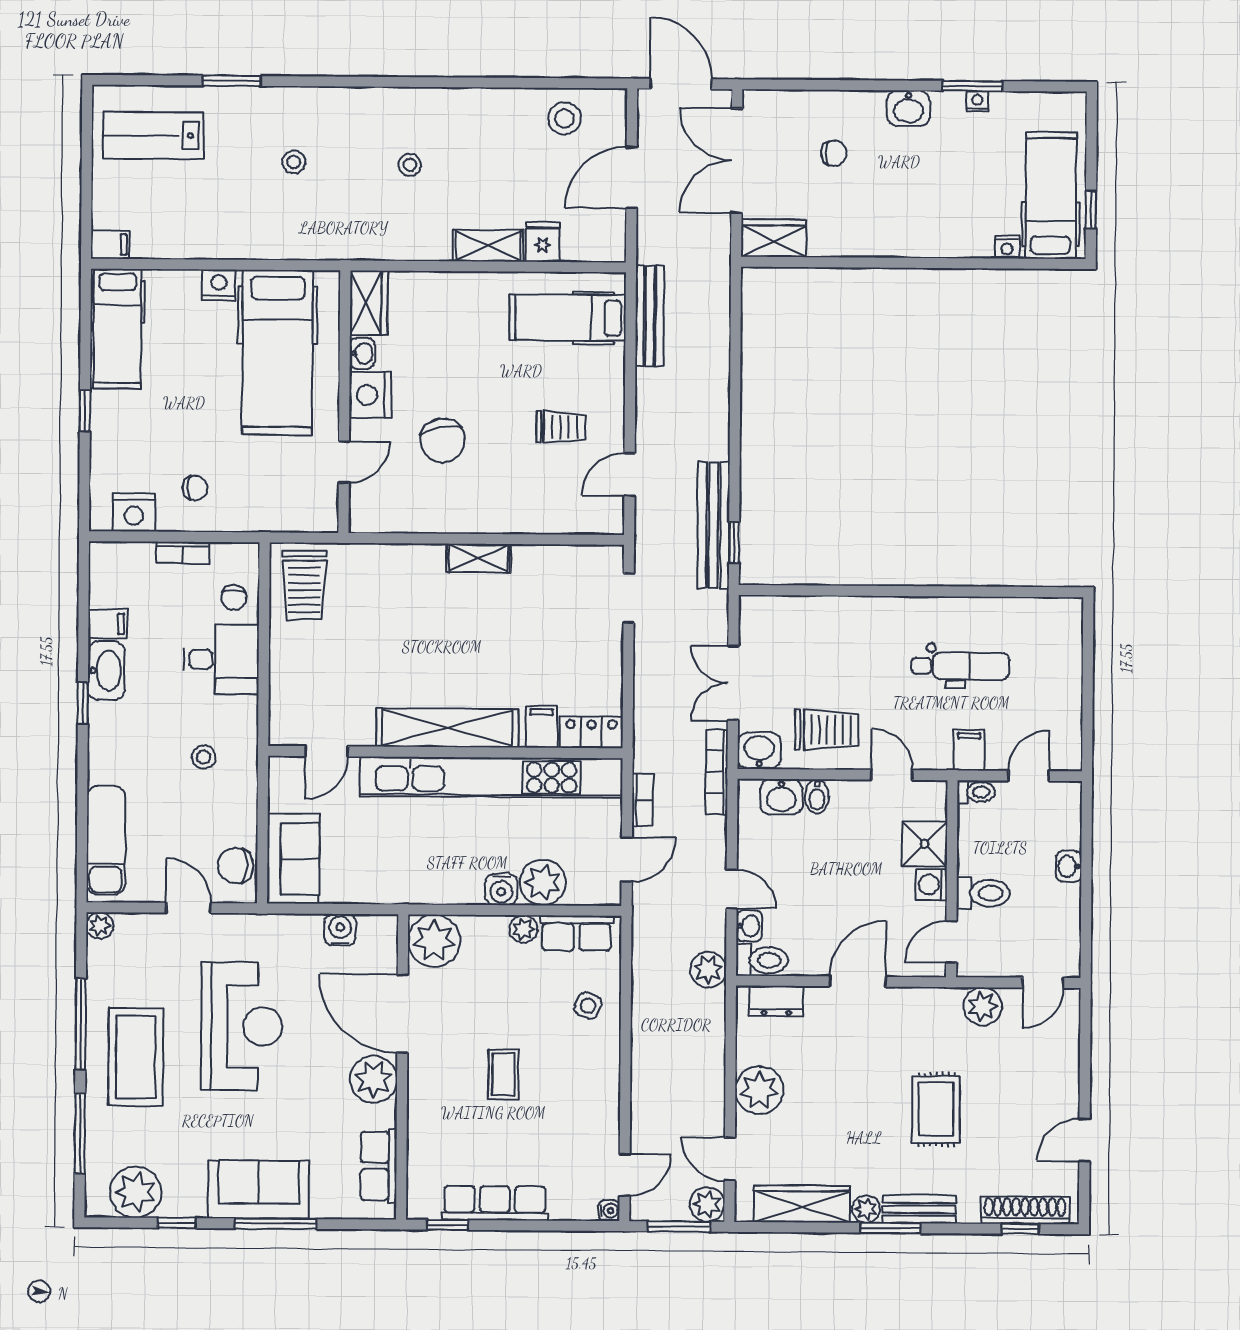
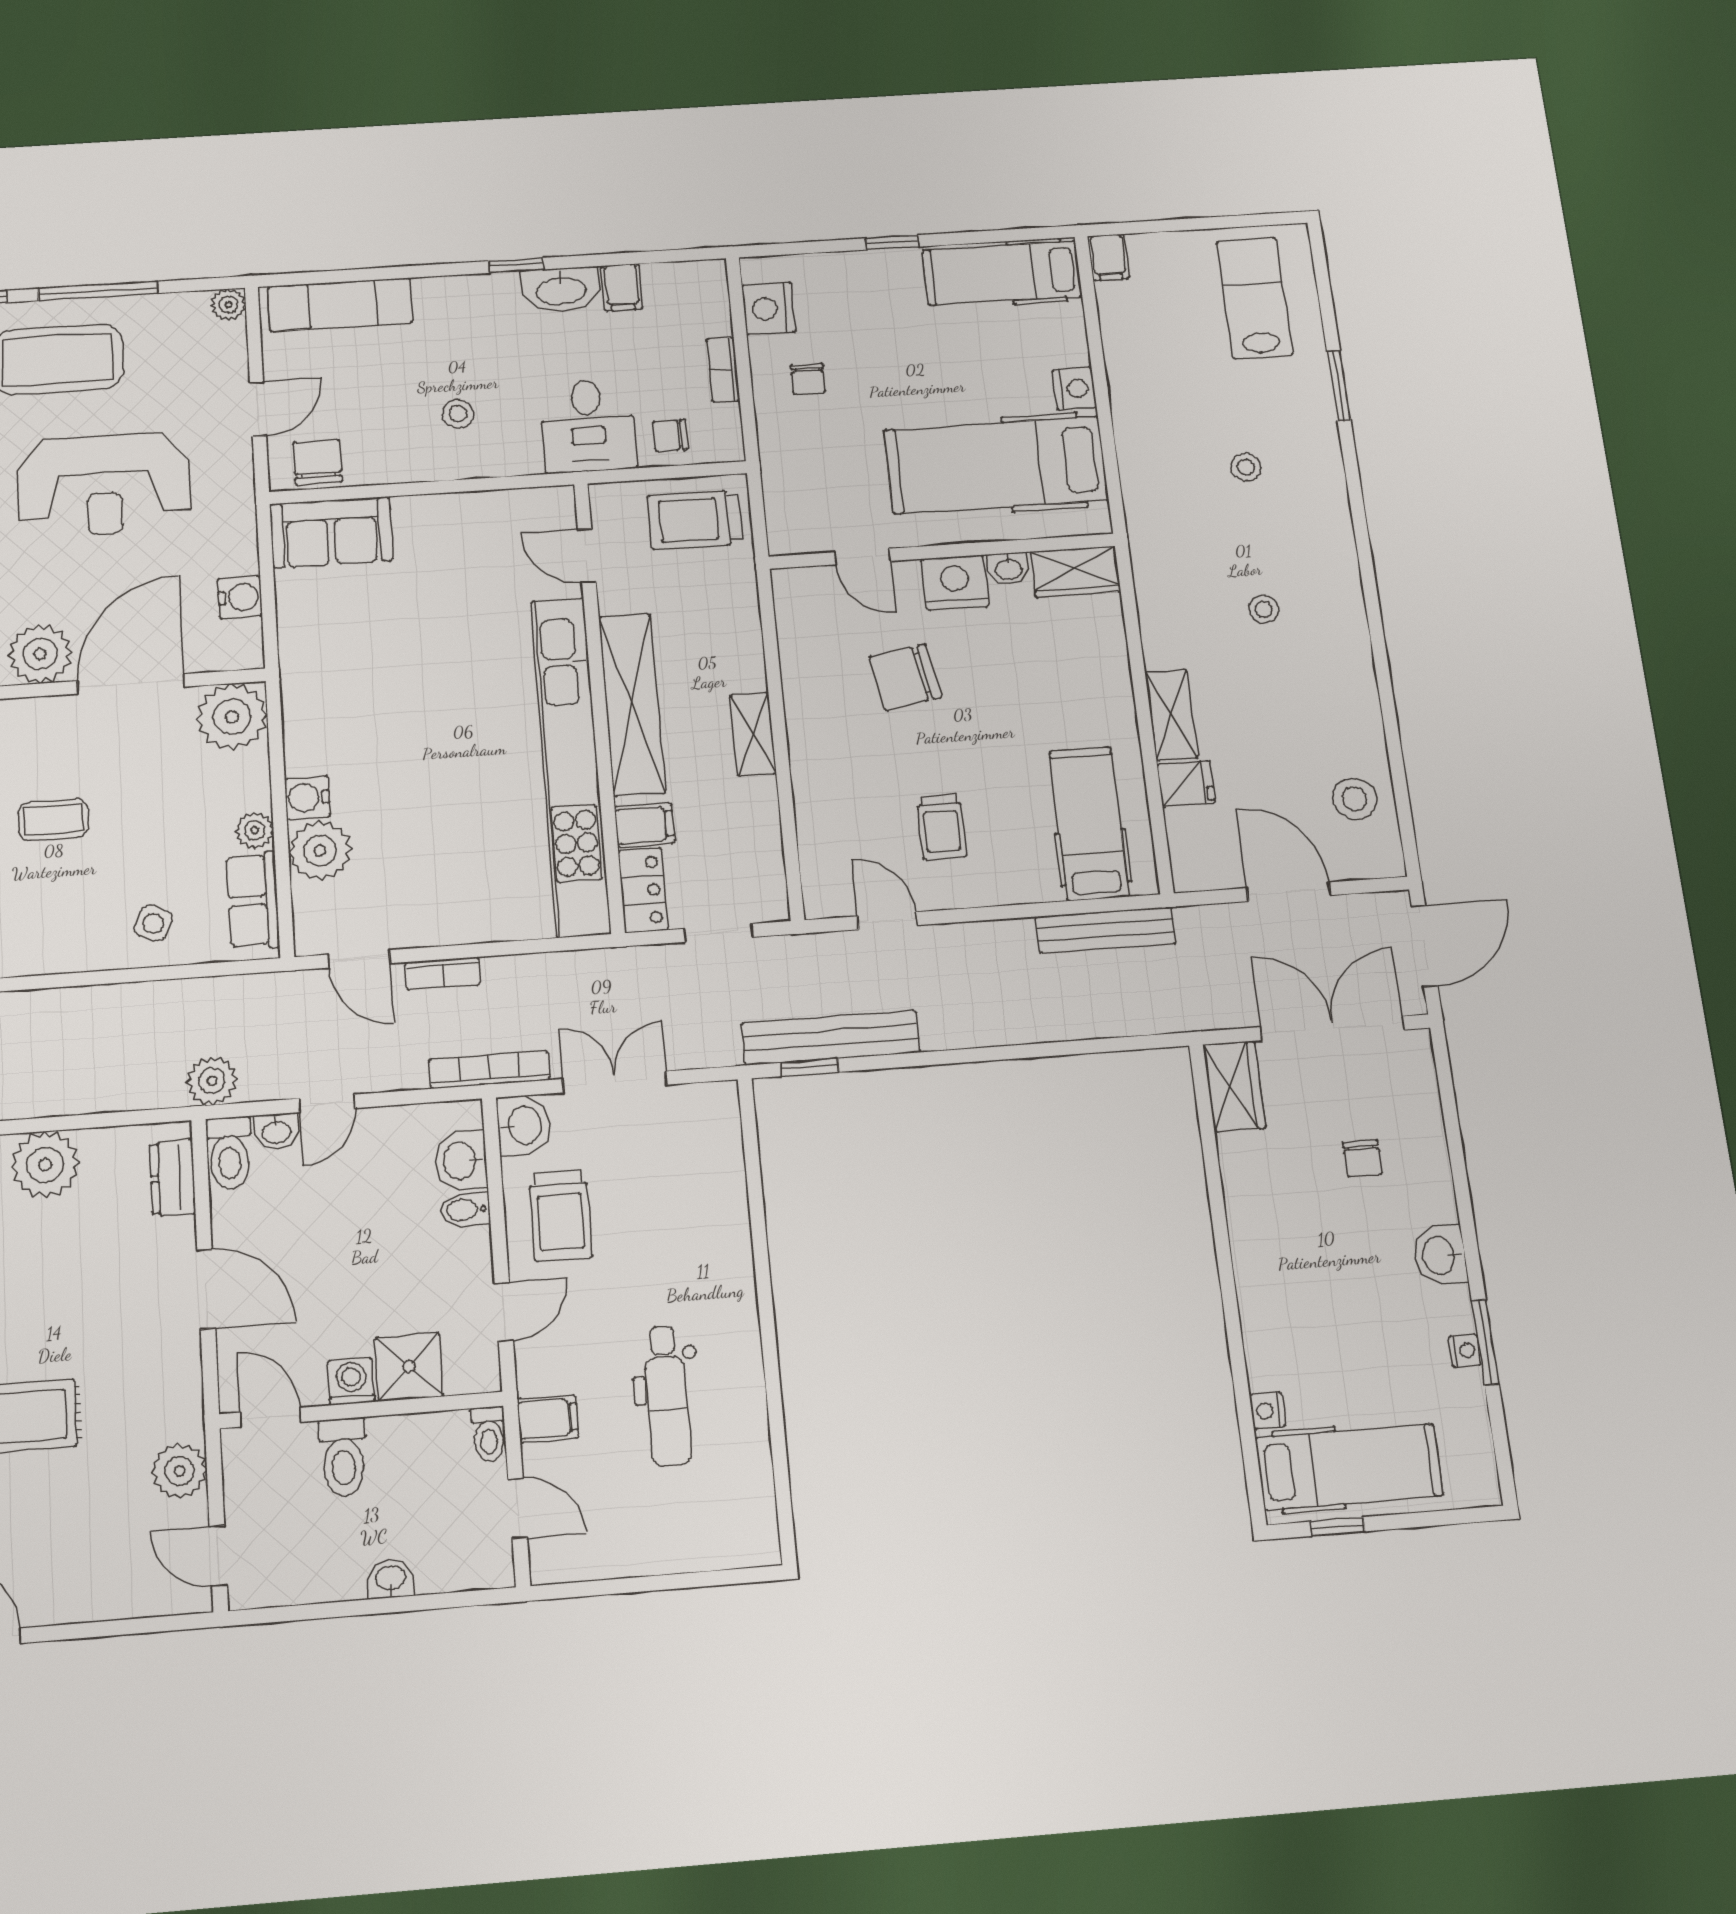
filing cabinet: (542, 727) -> (644, 825), moved
shelving: (447, 728) -> (632, 704), moved
locker: (591, 732) -> (643, 890), moved
door: (327, 751) -> (587, 556), moved
wall: (445, 752) -> (599, 704), moved
kitchen unit: (491, 777) -> (570, 765), moved

